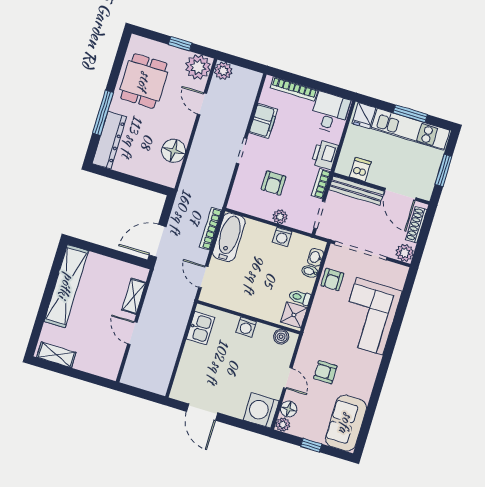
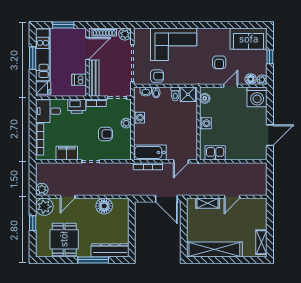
dining table: (144, 81) -> (64, 239), turned 90

